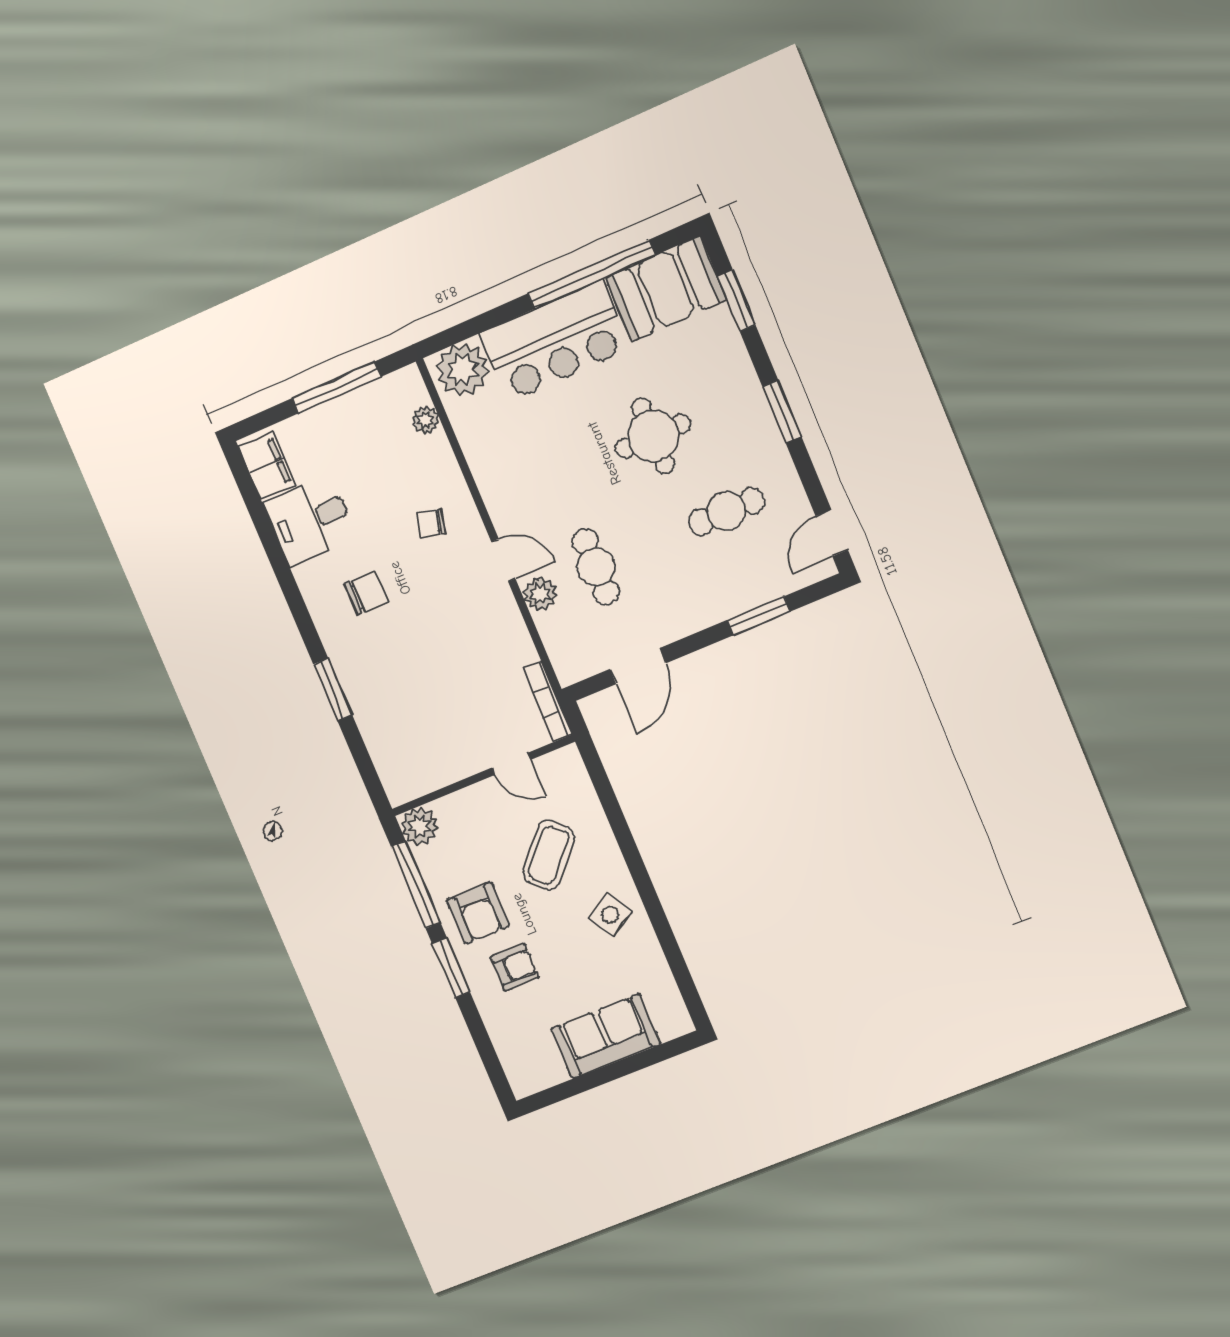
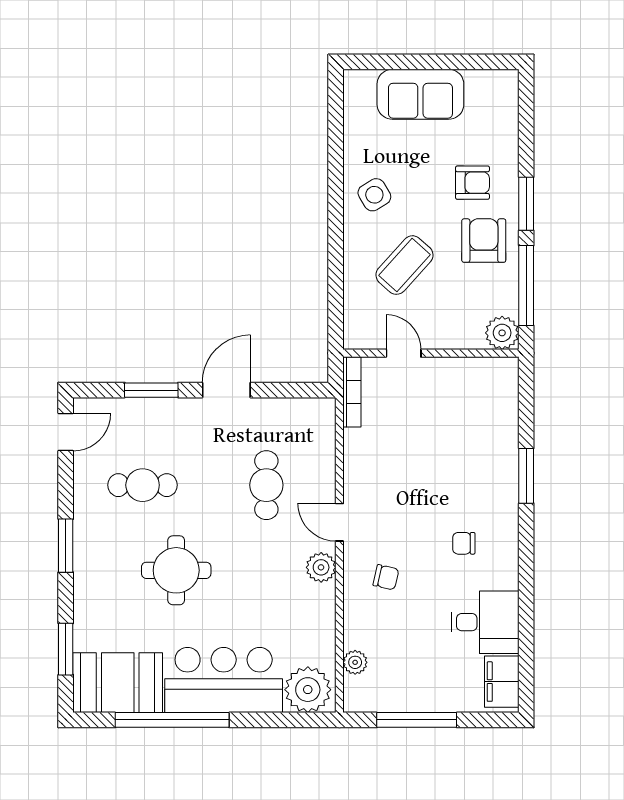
chair: (366, 593) -> (464, 543), width x0.73, depth x0.73
plant: (540, 594) -> (321, 567), moved
door: (638, 666) -> (226, 390), moved
armchair: (515, 967) -> (472, 183), turned 180

